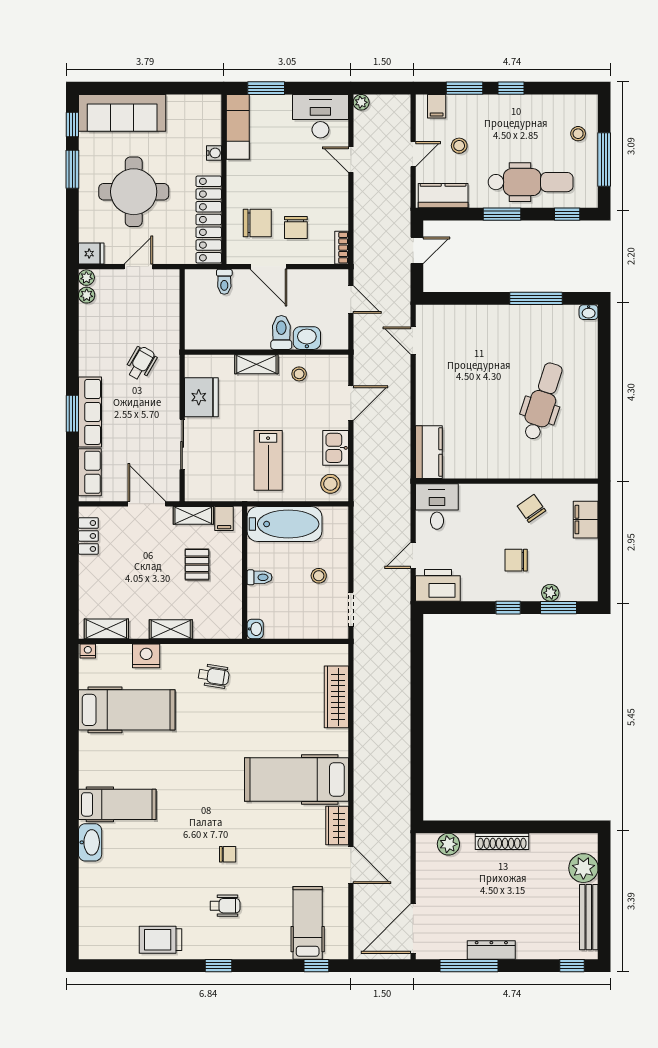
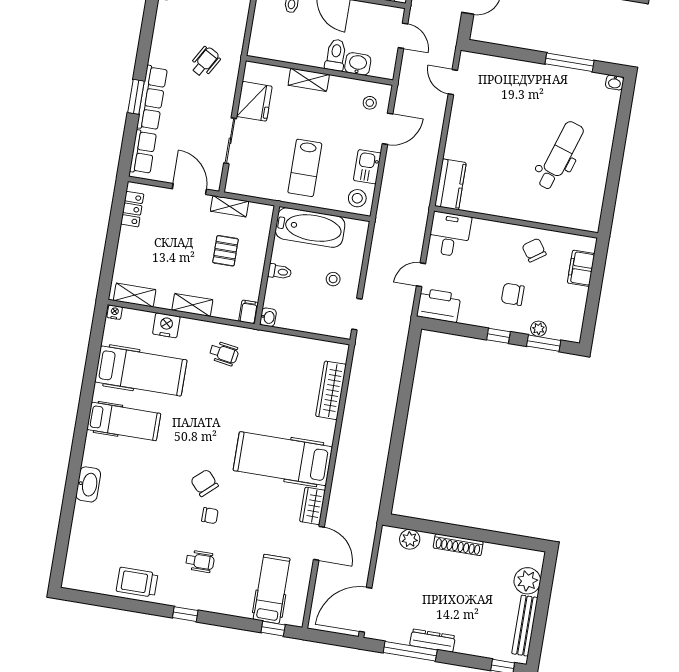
stool: (299, 374) -> (370, 103), moved
filing cabinet: (224, 519) -> (249, 312), moved, turned 180
hospital bed: (117, 804) -> (124, 421), moved
chair: (216, 820) -> (204, 483), added

